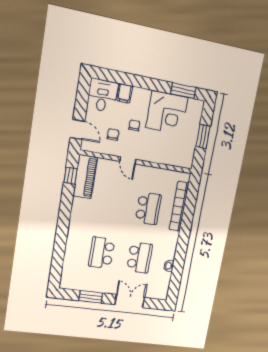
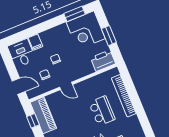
corner desk: (167, 112) -> (86, 30), moved, turned 90
printer: (181, 158) -> (103, 61), added

